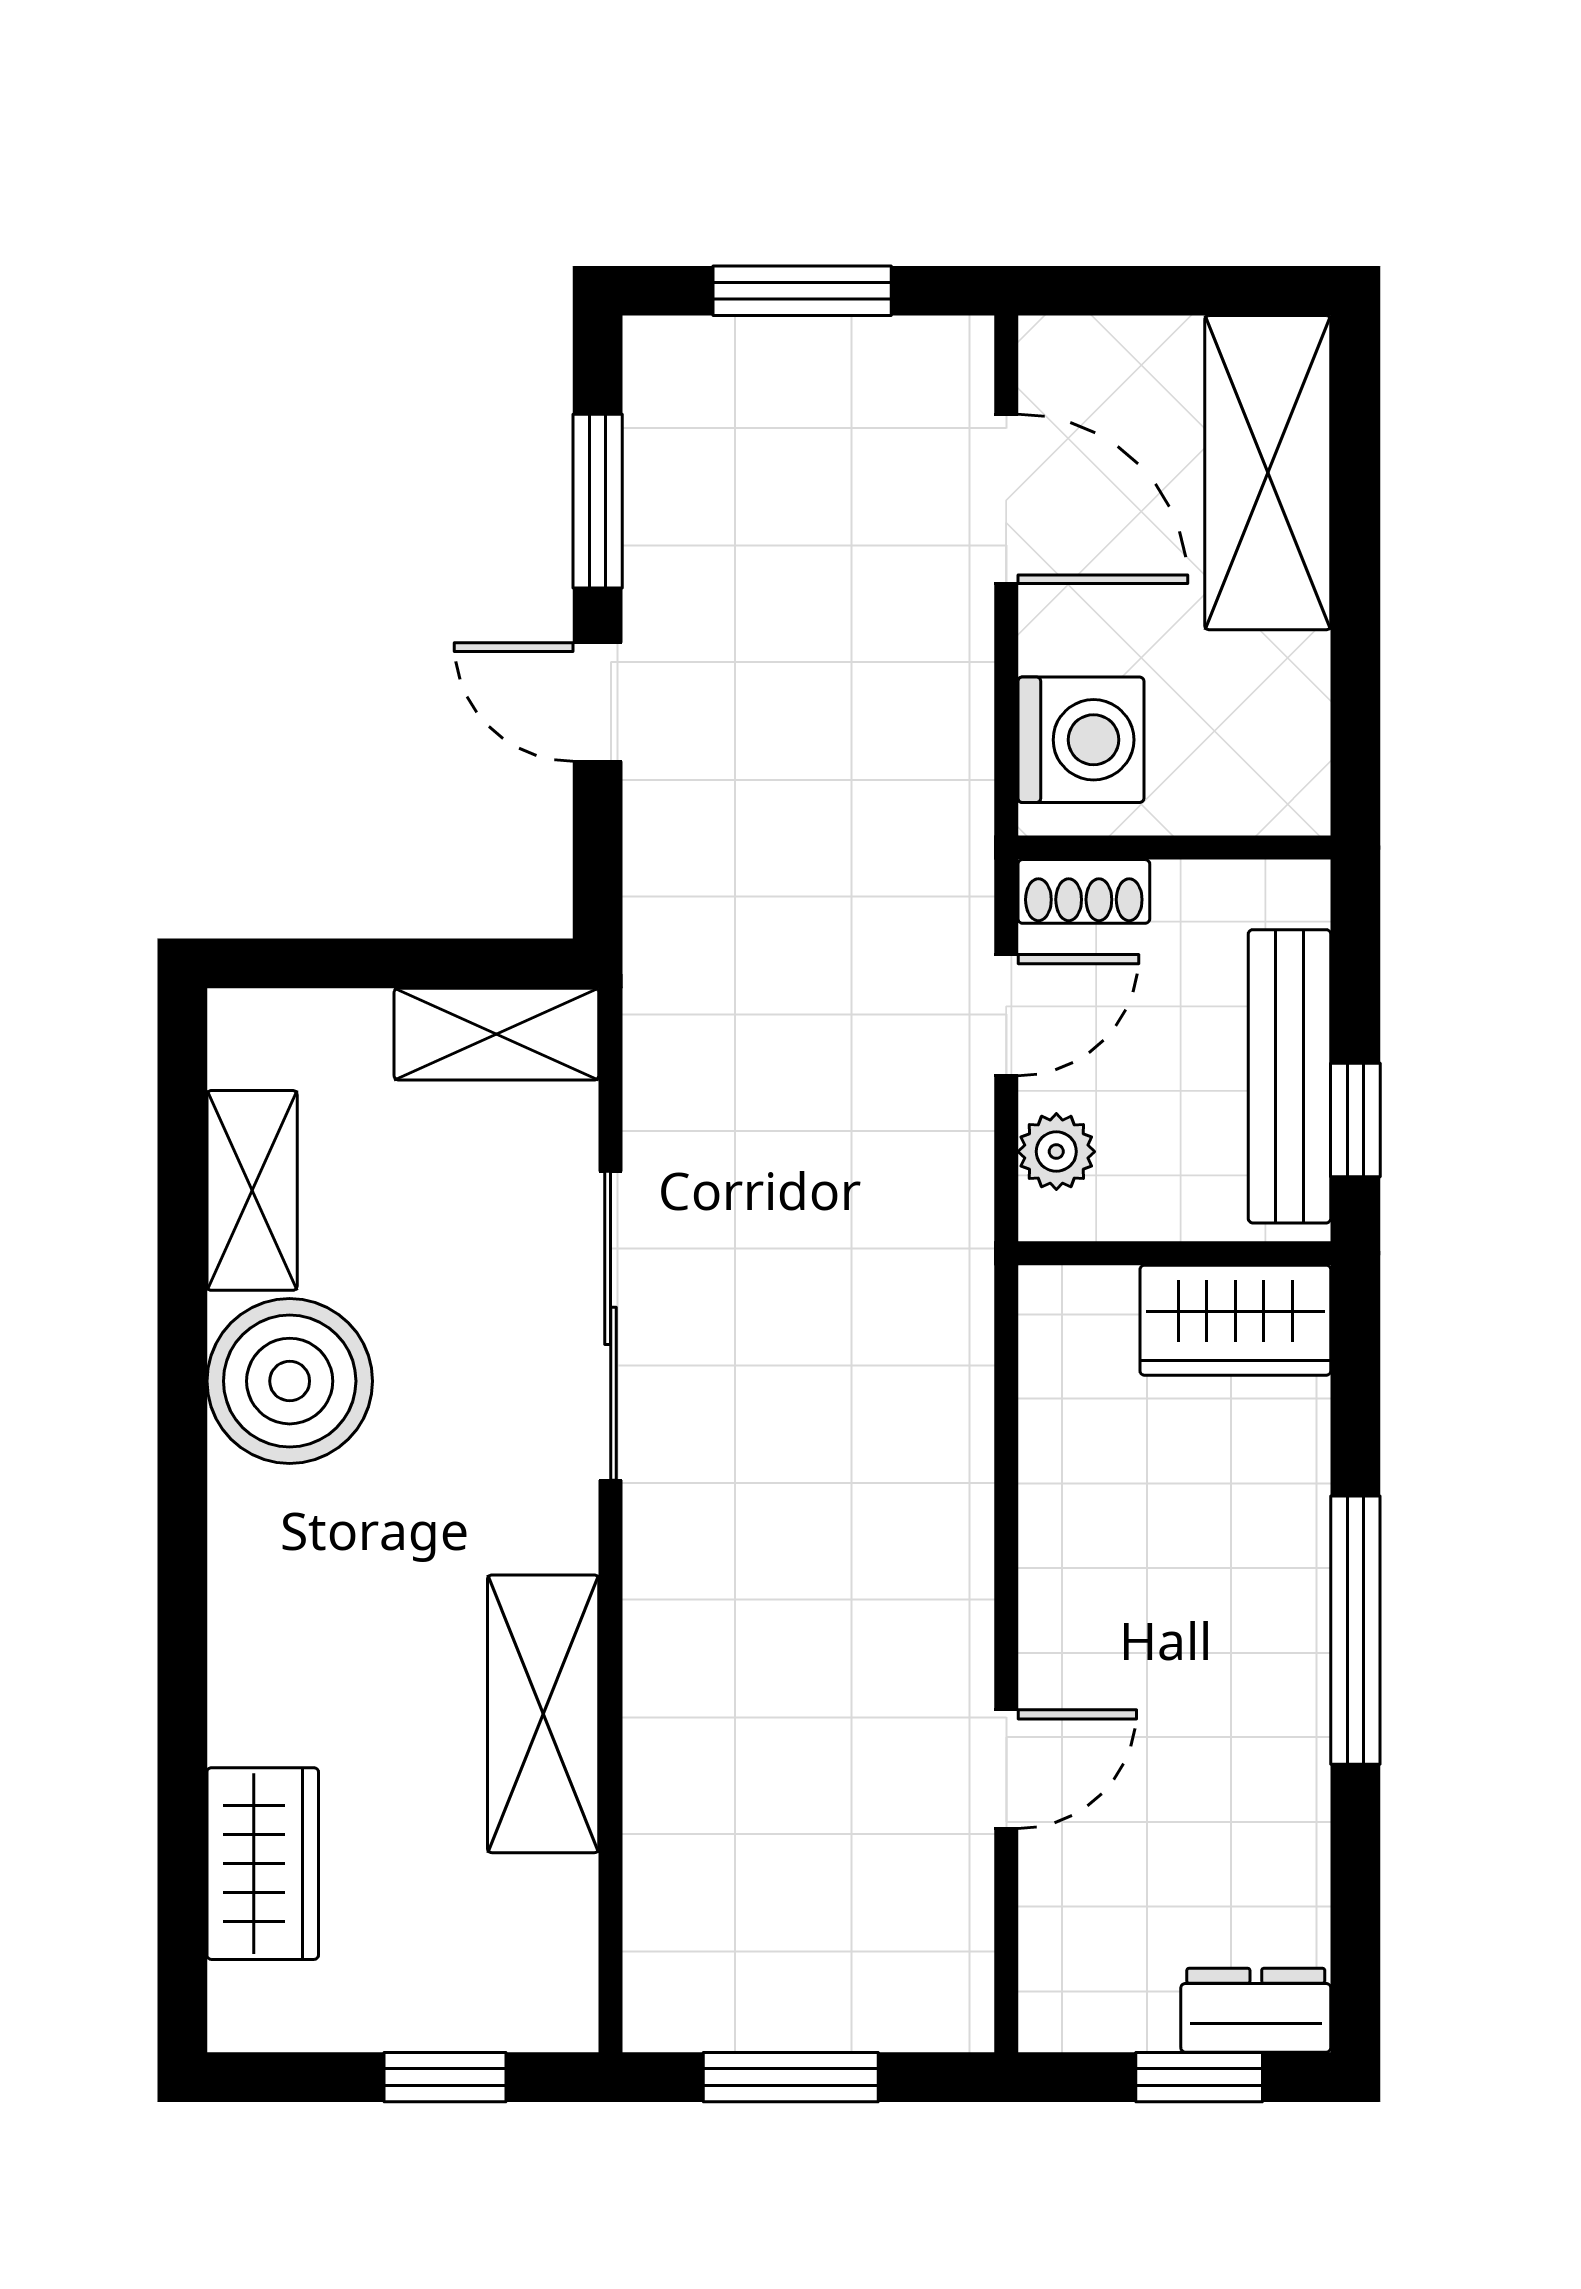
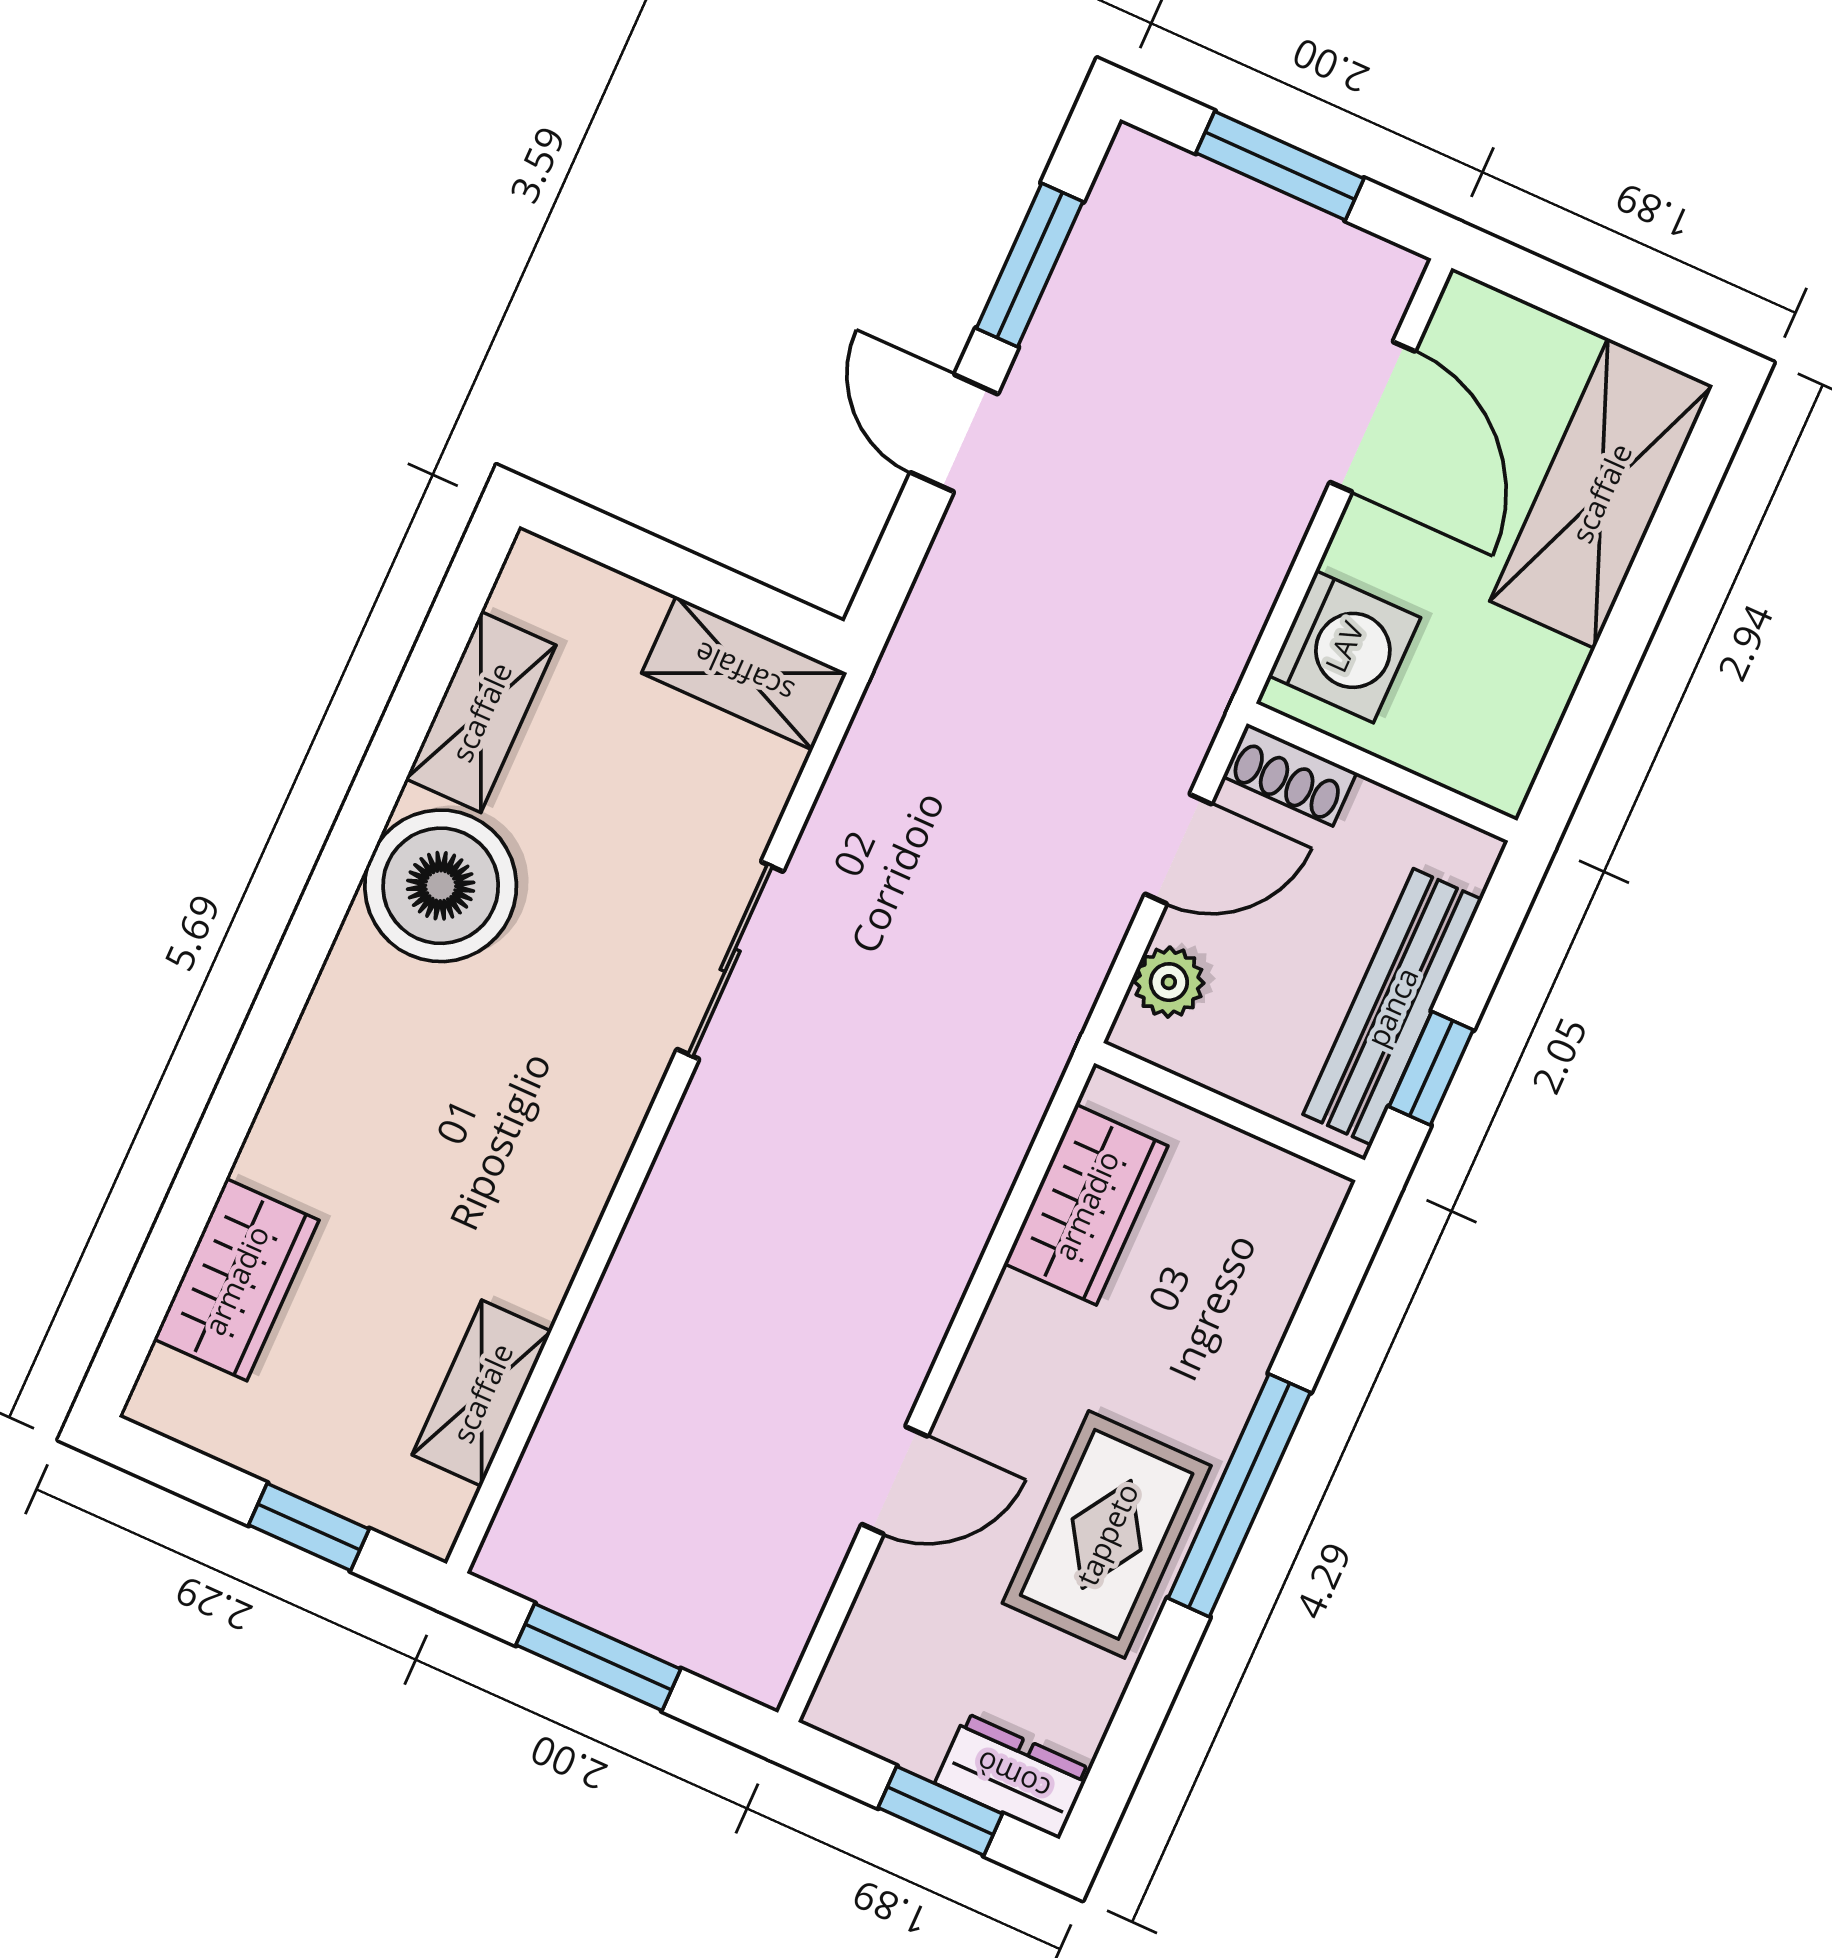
wardrobe: (1235, 1320) -> (1086, 1205), moved, turned -90
sliding door: (611, 1326) -> (730, 960), width x0.73
shelving: (543, 1714) -> (482, 1393), moved, width x0.67, depth x0.75
rug: (1241, 1728) -> (1107, 1534), added

